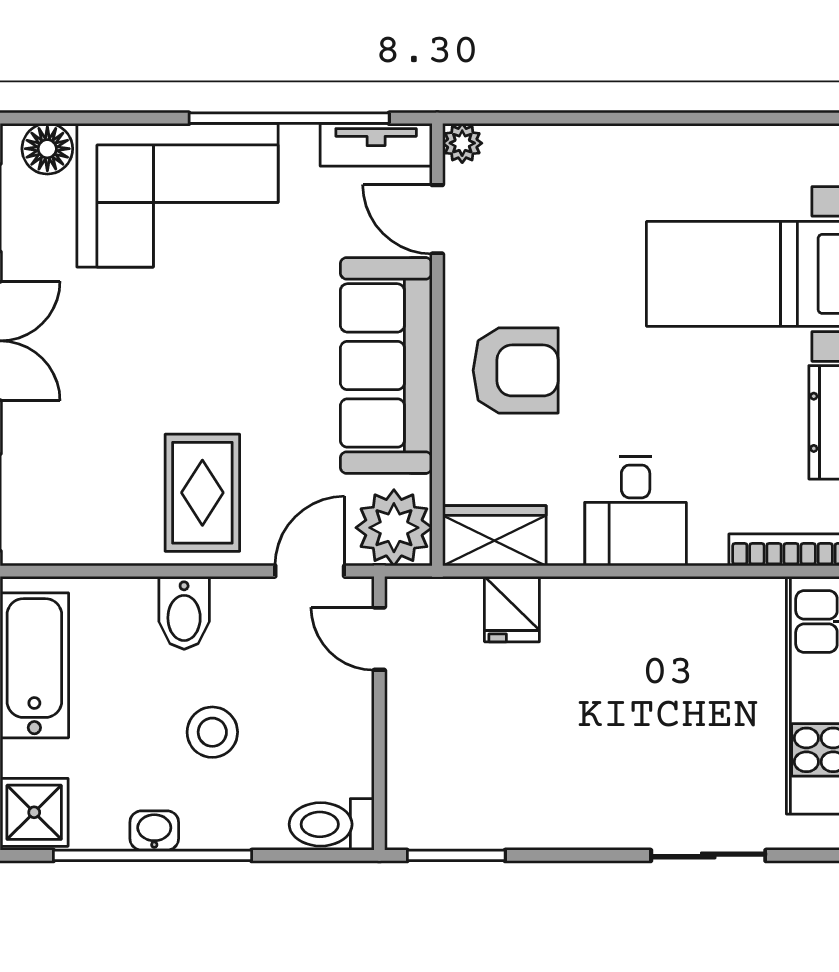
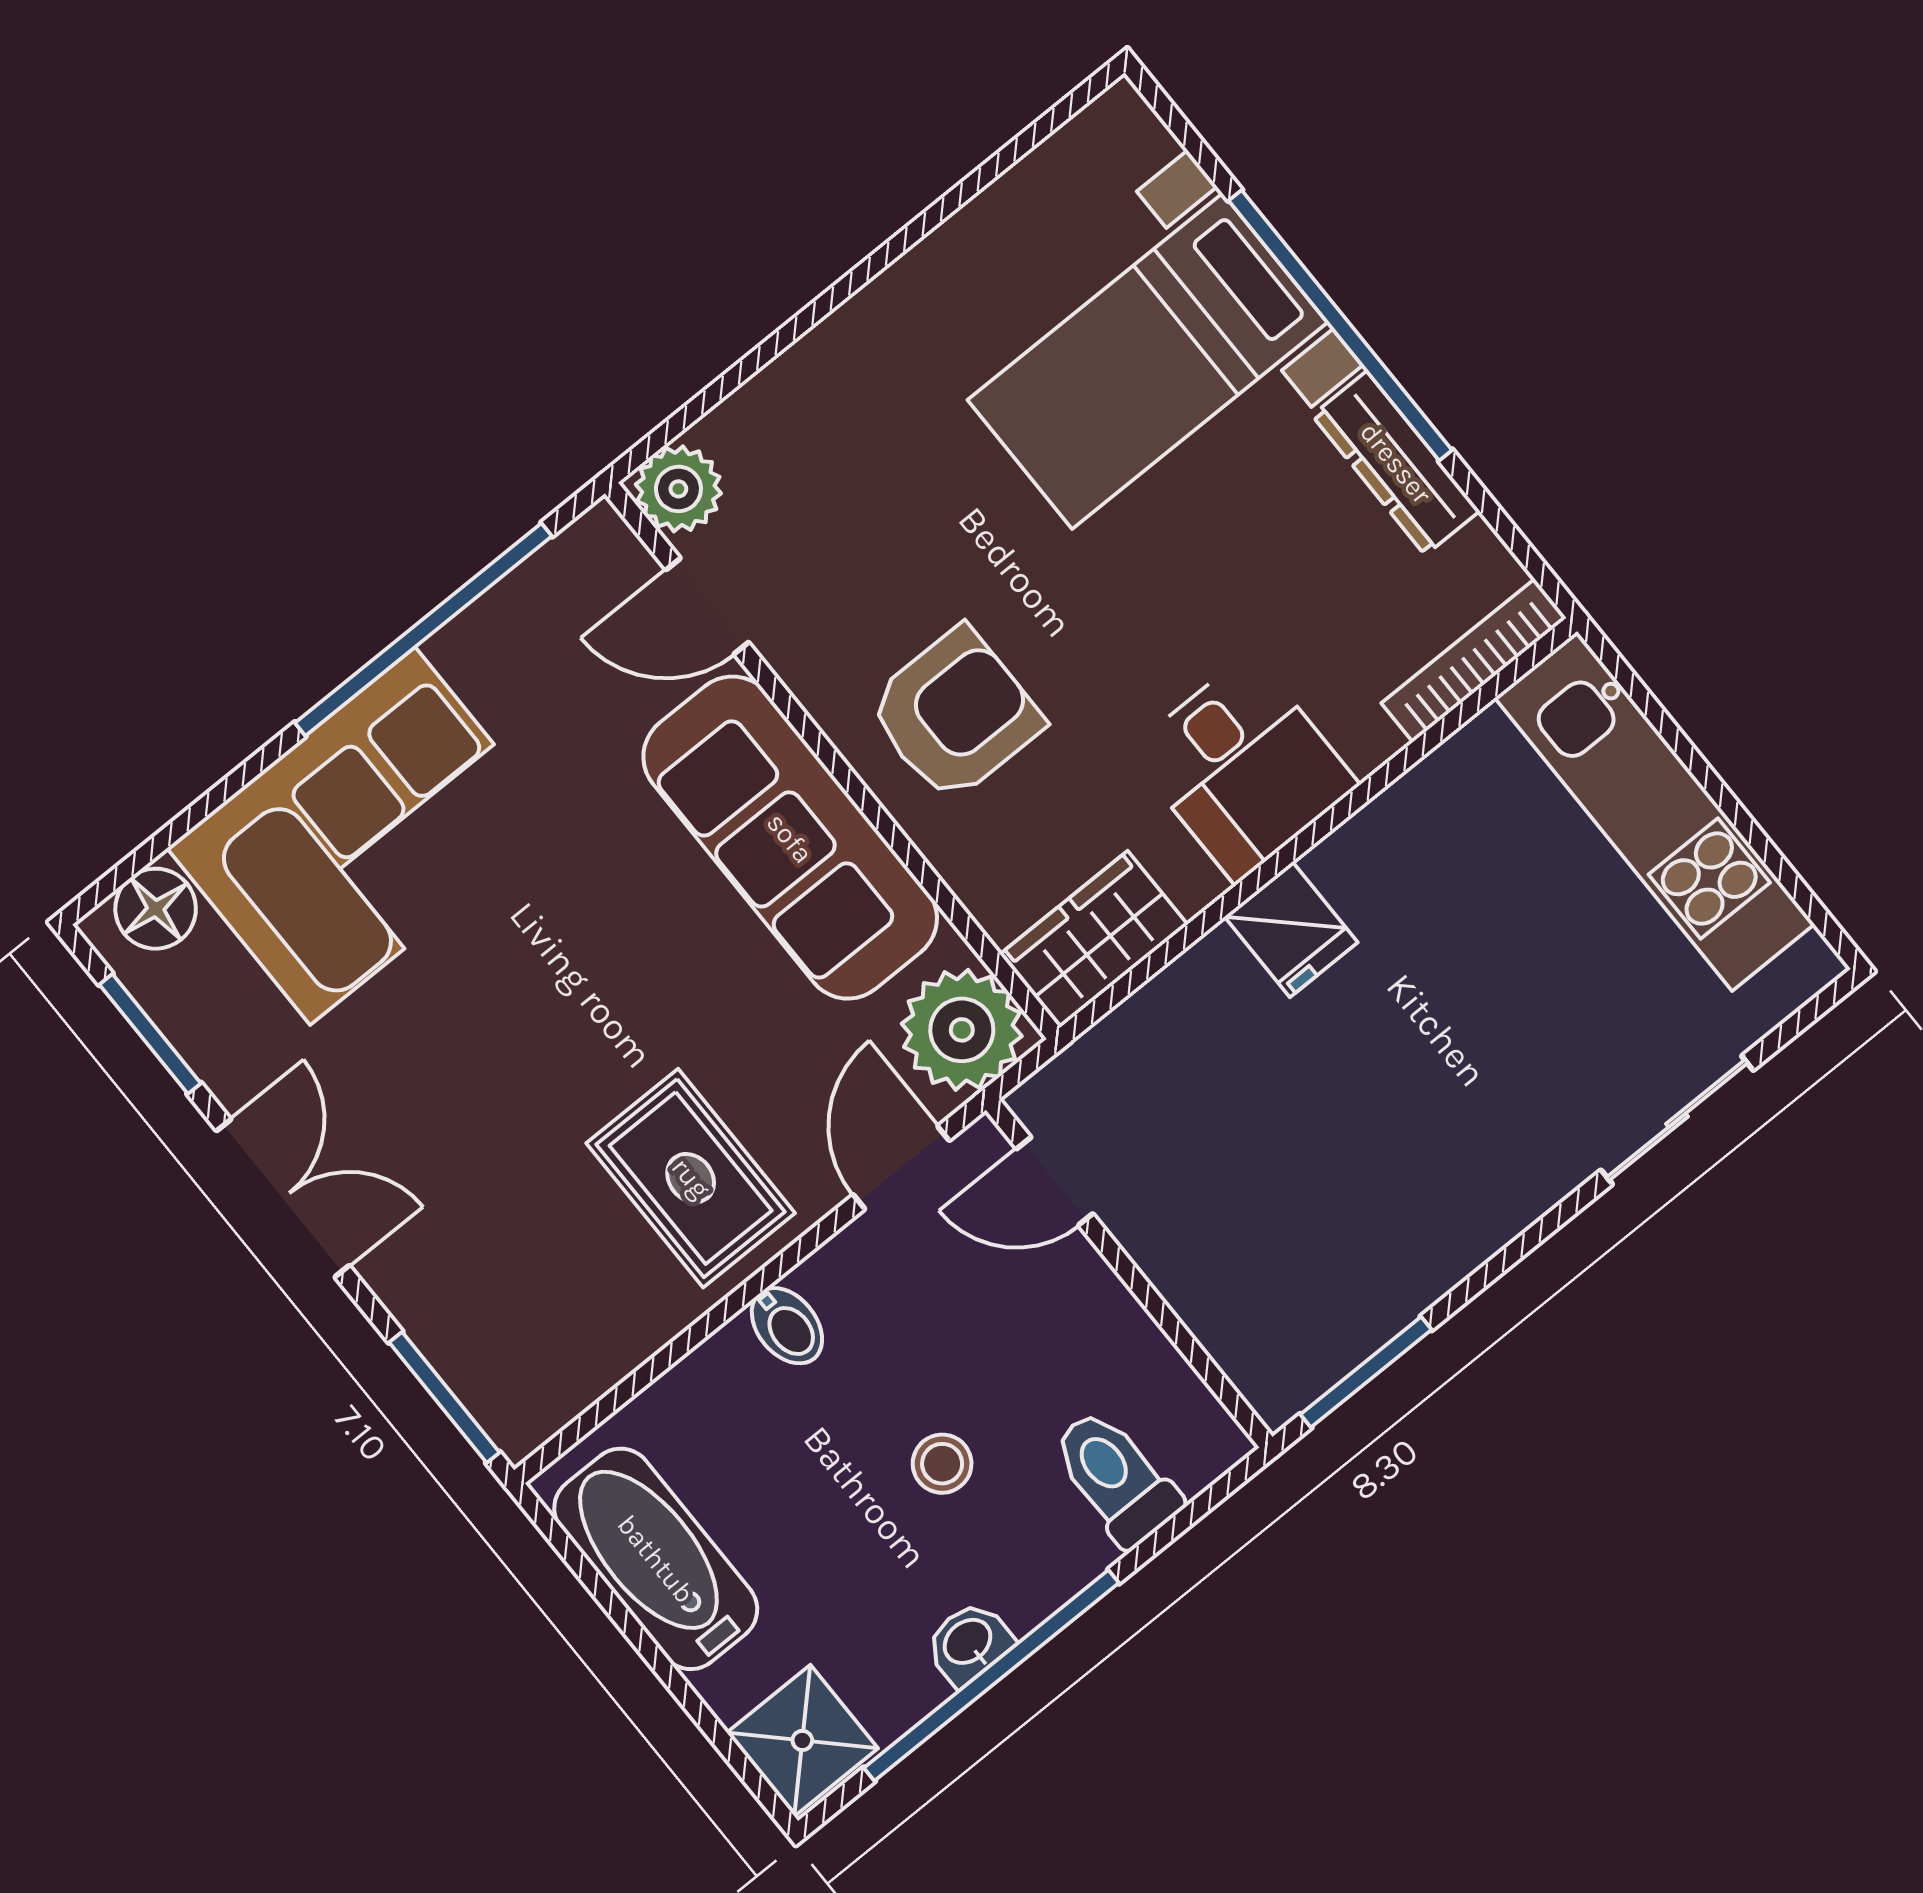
plant: (462, 143) -> (678, 489), width x1.38, depth x1.38
tv unit: (376, 145) -> (557, 575), removed
fridge: (512, 609) -> (1291, 930), moved
bidet: (184, 613) -> (787, 1326), width x0.72, depth x0.74
stool: (212, 732) -> (942, 1464), width x0.73, depth x0.73
toilet: (332, 824) -> (1116, 1477), moved, turned 90

